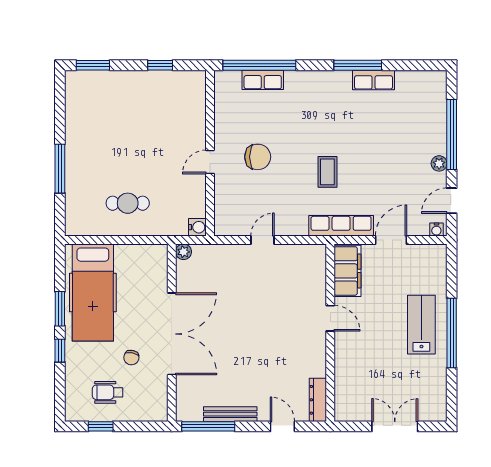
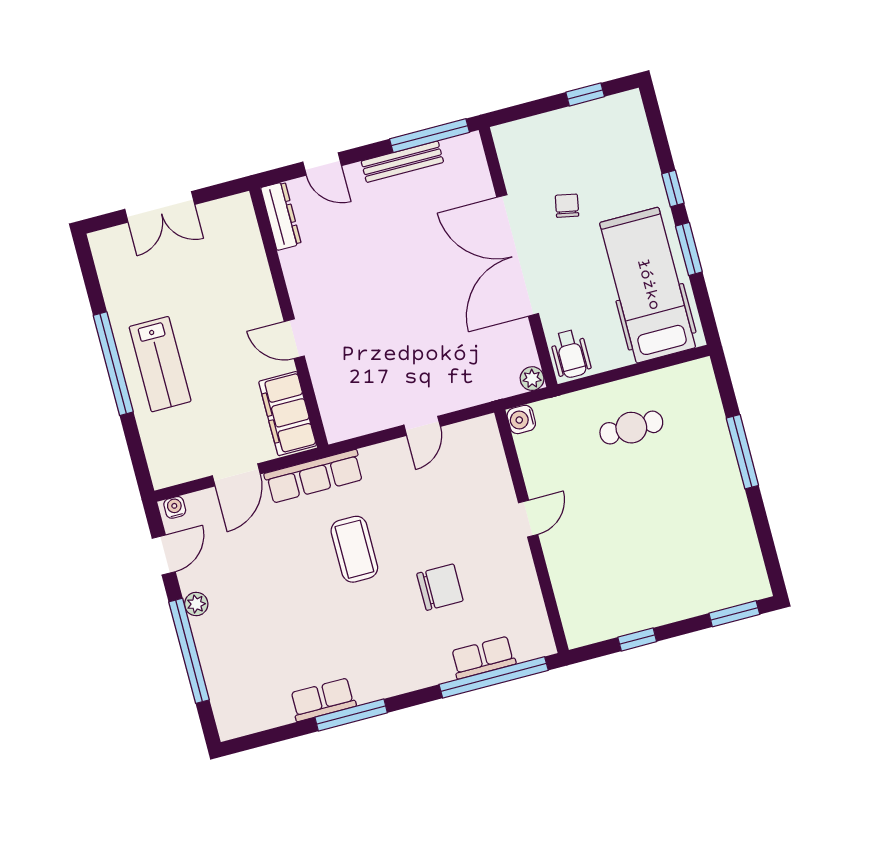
chair: (258, 157) -> (440, 587), moved, turned 180
coffee table: (327, 172) -> (354, 549), width x1.36, depth x1.30
wheelchair: (108, 392) -> (571, 354), moved, turned 90

